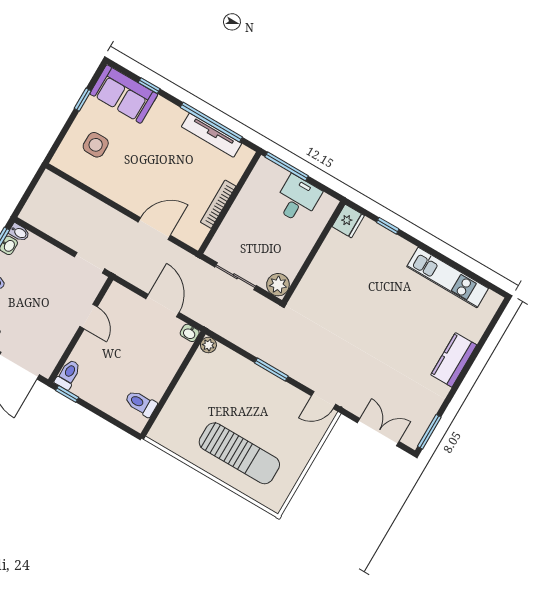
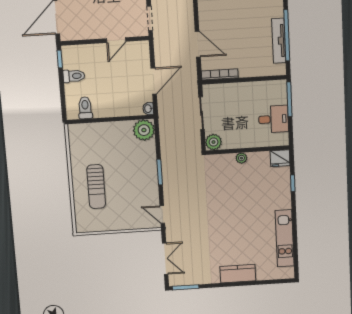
bookcase: (218, 204) -> (220, 74), moved
plant: (318, 265) -> (241, 158), added
plant: (208, 345) -> (144, 130), width x1.87, depth x1.87
toilet: (68, 374) -> (74, 76), moved
sun lounger: (239, 453) -> (96, 187), width x0.73, depth x0.75

